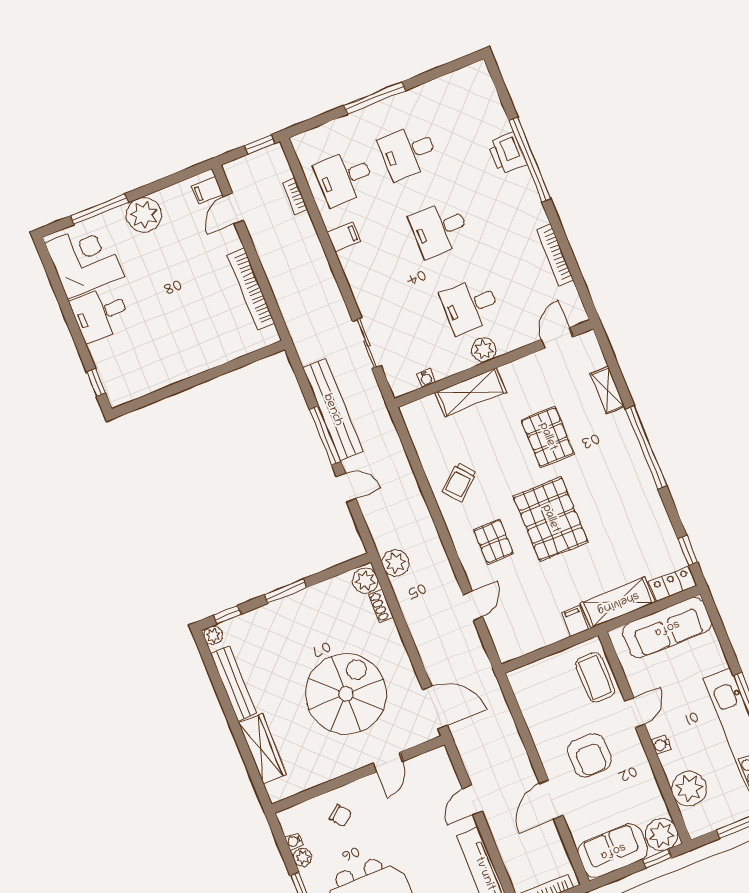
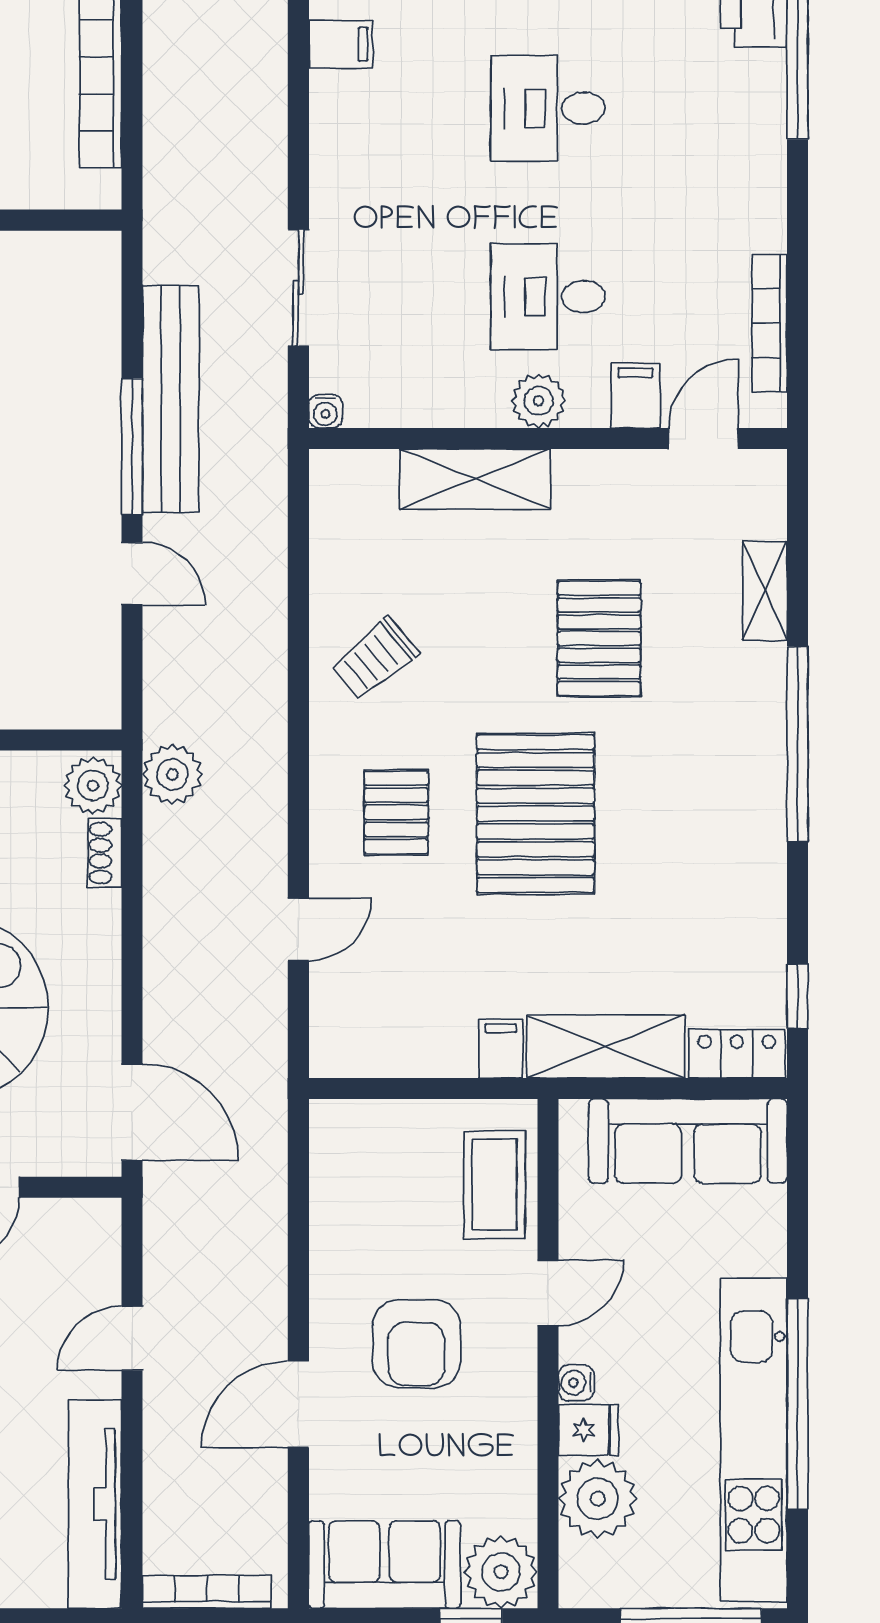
bookcase: (555, 255) -> (770, 323), moved
filing cabinet: (522, 332) -> (636, 396), added
water cooler: (426, 378) -> (326, 411), moved
fridge: (674, 762) -> (588, 1430), added

